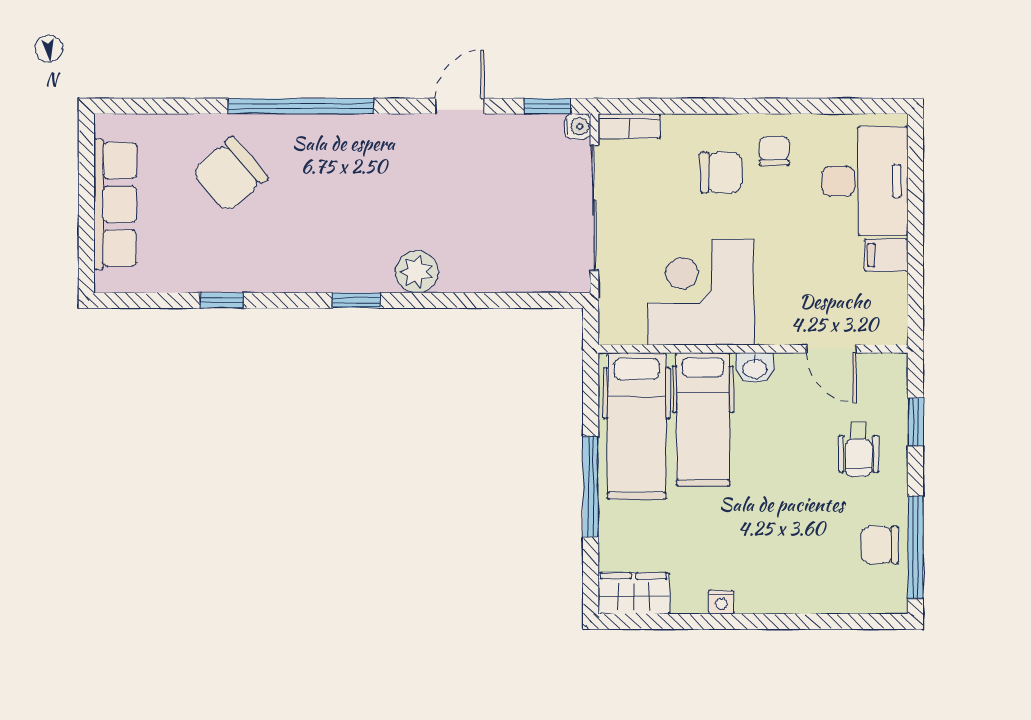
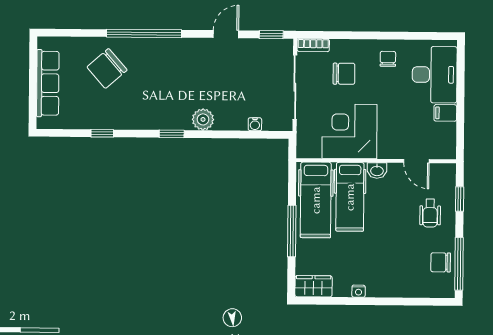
water cooler: (578, 126) -> (255, 124), moved, turned 90
chair: (721, 173) -> (344, 74), moved

